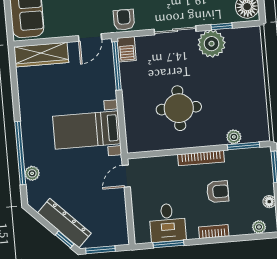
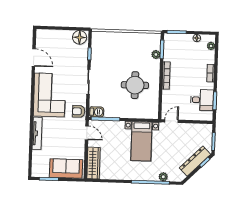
plant: (212, 44) -> (99, 61), removed
door: (126, 176) -> (171, 121), swing flipped
armchair: (218, 192) -> (187, 68), removed

